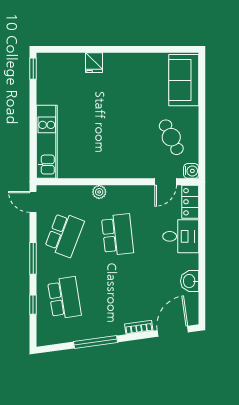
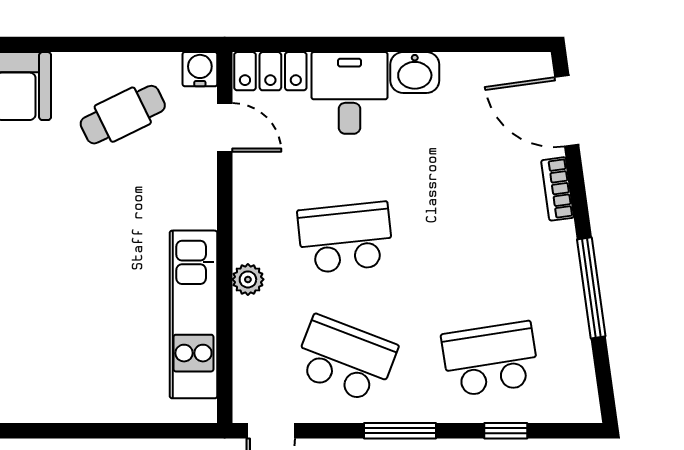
kitchen unit: (47, 142) -> (193, 314), moved, turned -90
washbasin: (190, 281) -> (415, 72), moved

